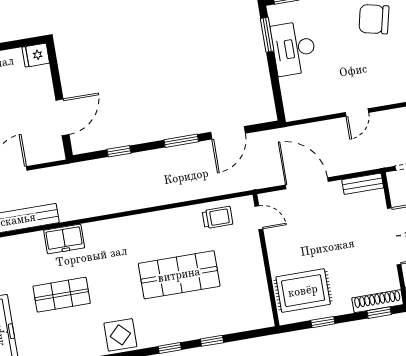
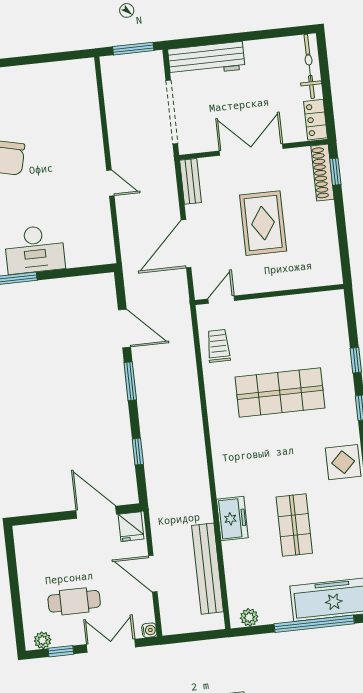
fridge: (36, 55) -> (131, 527), moved
shop shelf: (179, 275) -> (280, 392), turned 90
rug: (303, 291) -> (263, 223), moved
window: (323, 322) -> (342, 235), removed

